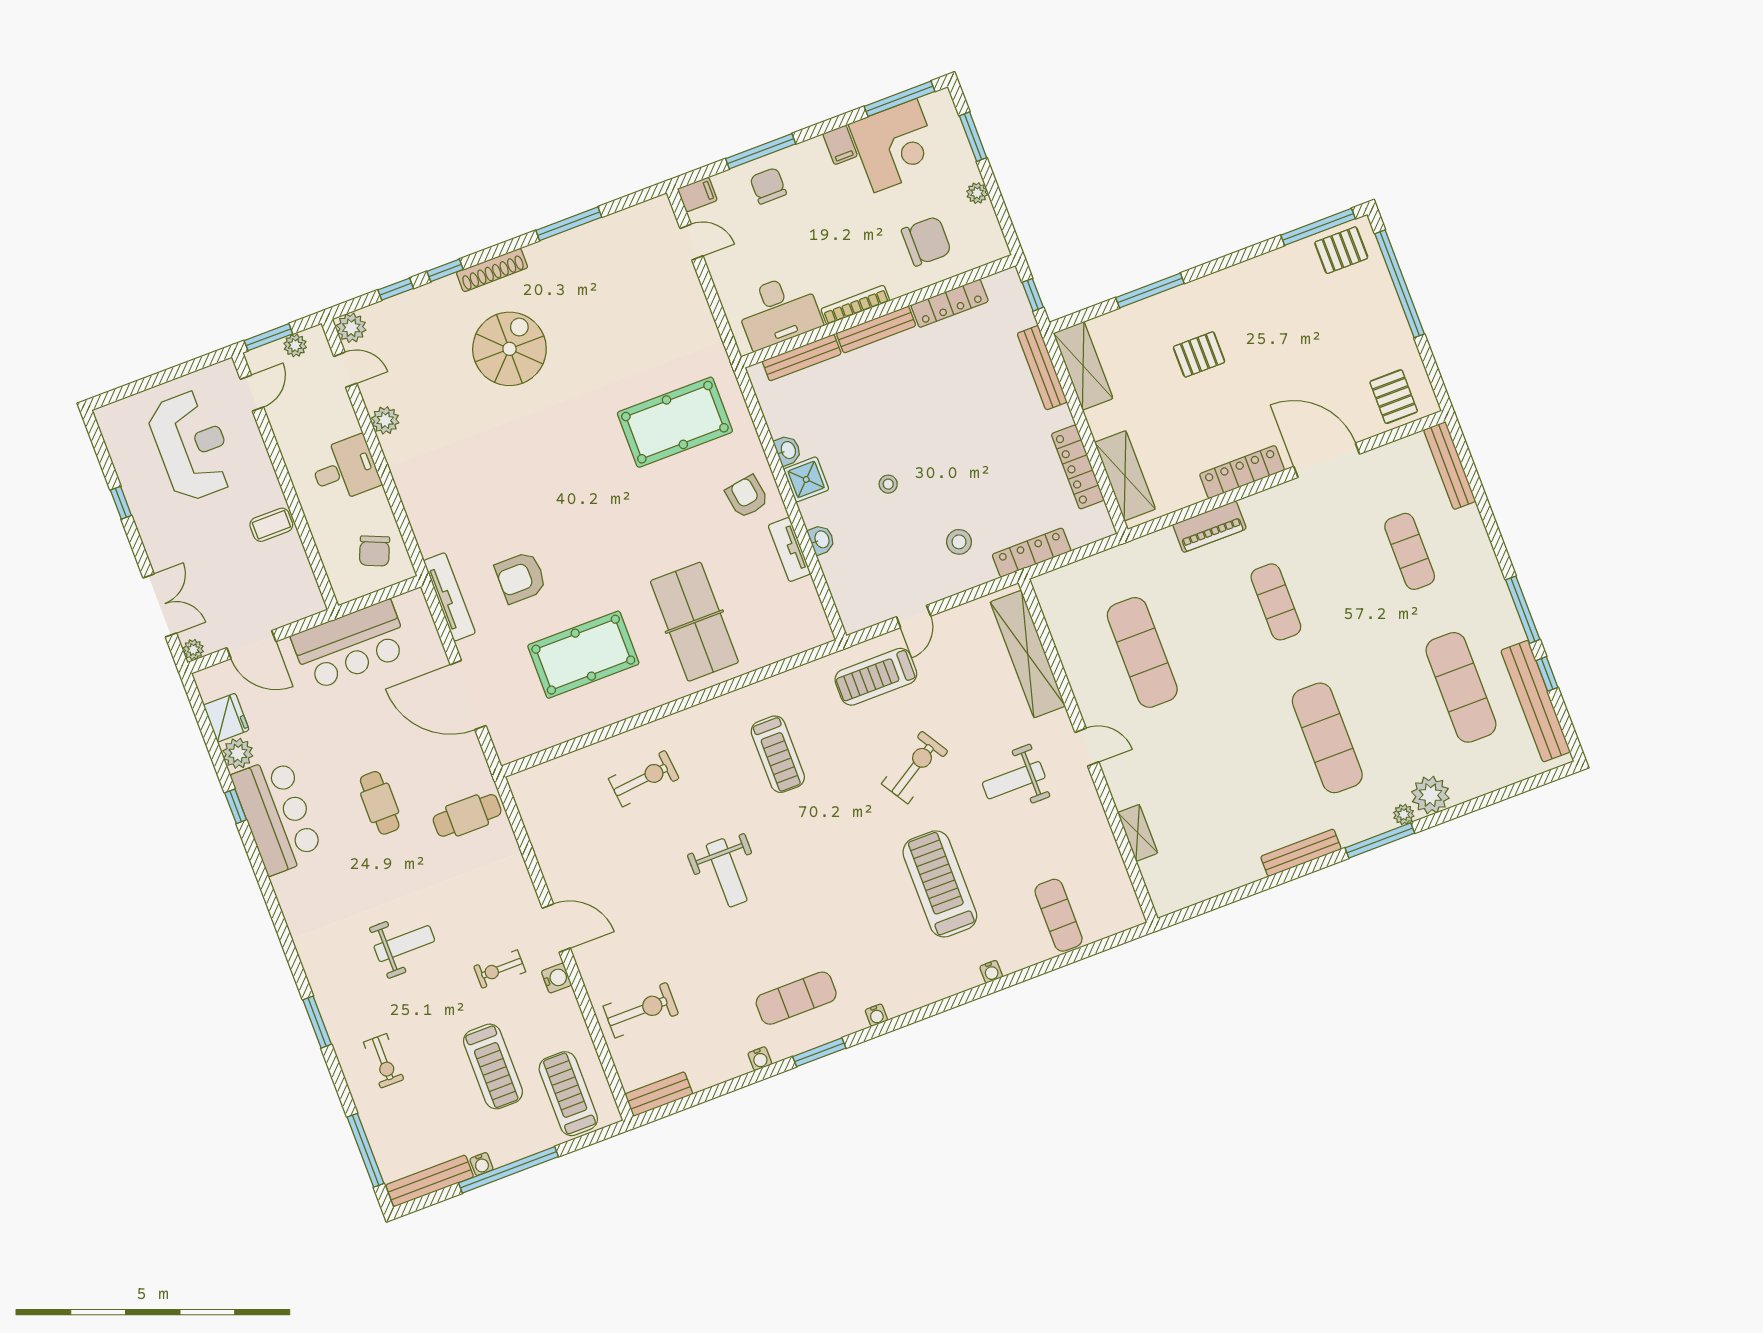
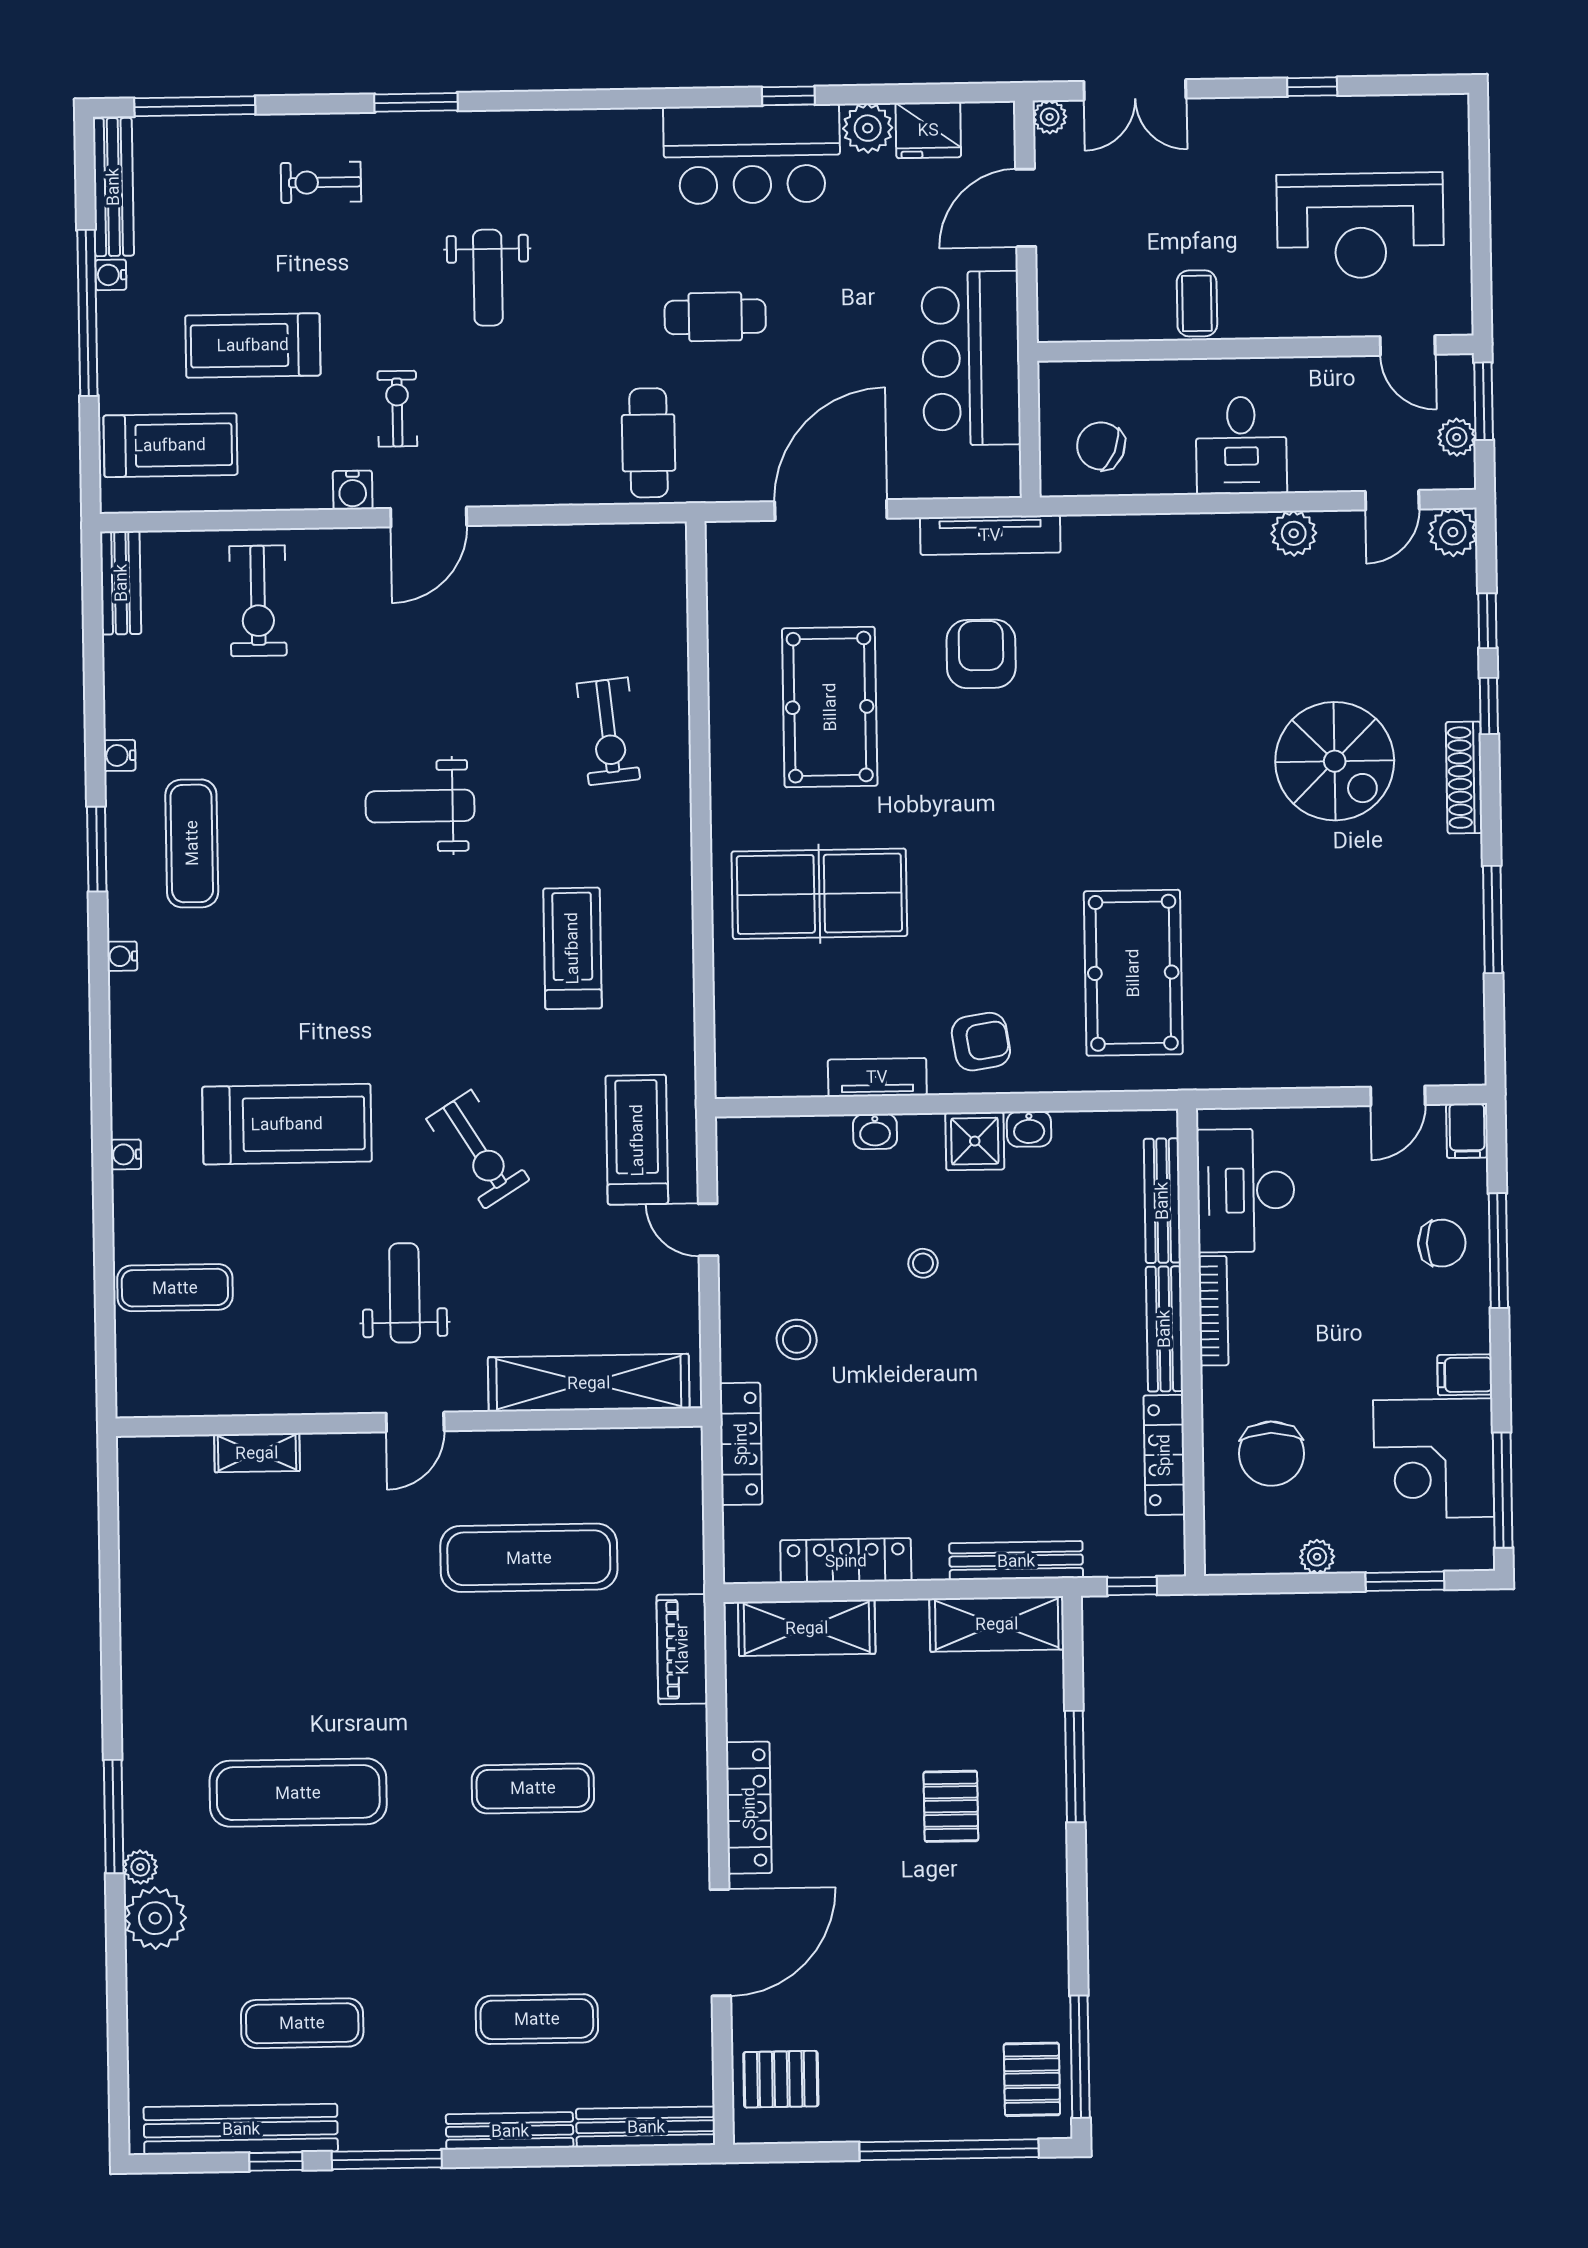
piano: (1210, 527) -> (682, 1649), moved
exercise mat: (1461, 687) -> (302, 2023), width x0.73, depth x0.69
treadmill: (778, 754) -> (572, 948), turned 90
bench: (1301, 853) -> (510, 2131), moved, turned 90

